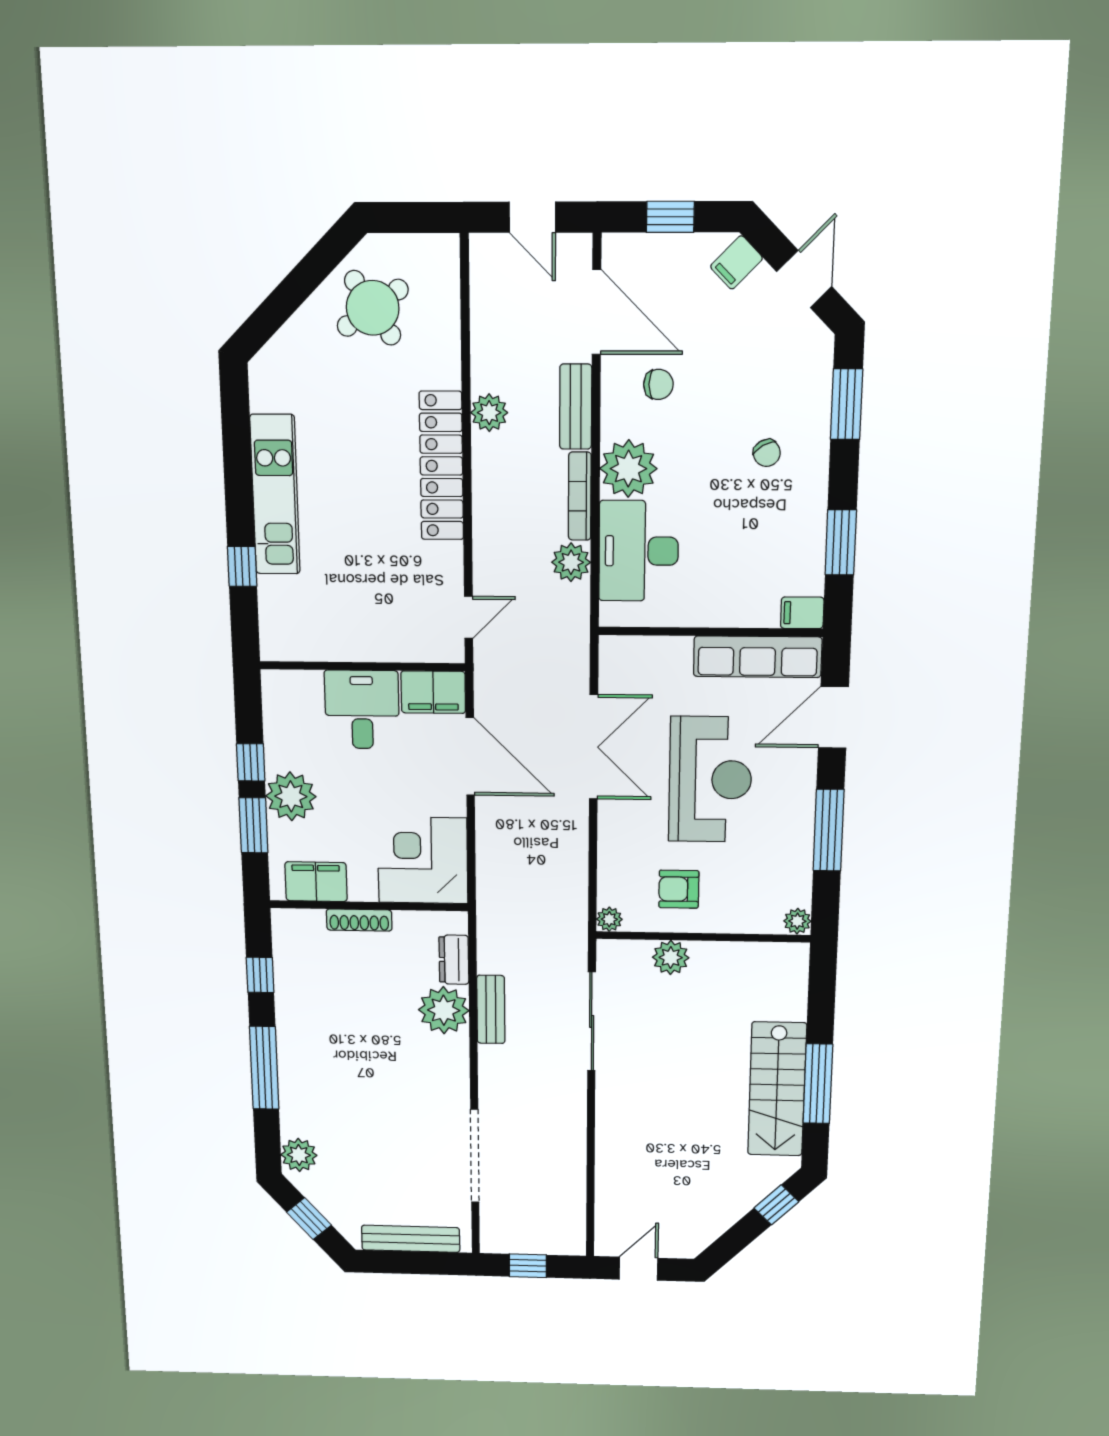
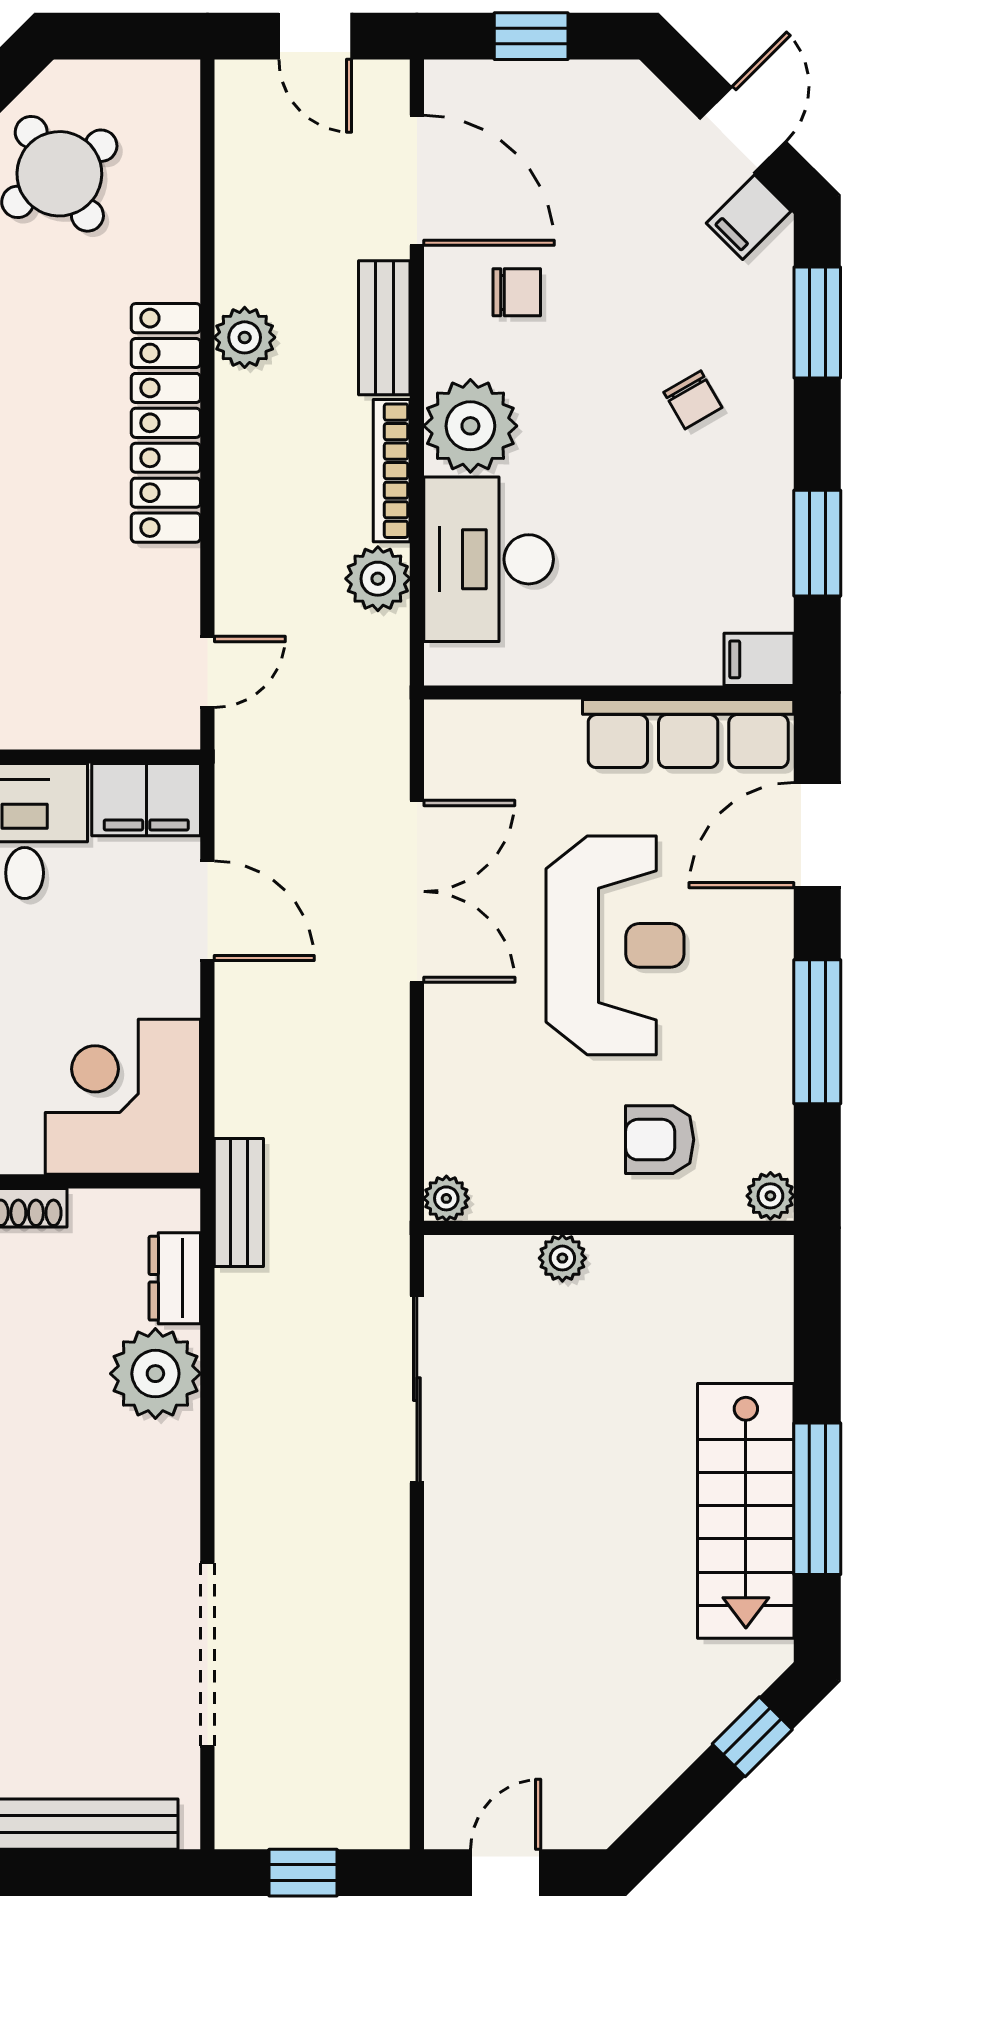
filing cabinet: (736, 262) -> (749, 217), moved
door: (470, 757) -> (207, 911), width x0.73
armchair: (679, 889) -> (660, 1140), moved
plant: (671, 957) -> (562, 1258), width x0.73, depth x0.73
bench: (491, 1009) -> (239, 1202), moved

